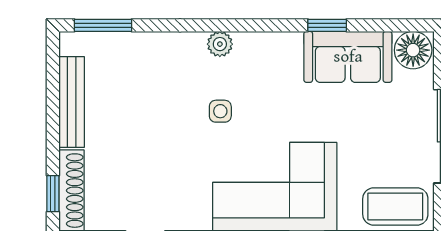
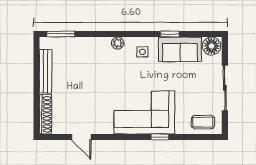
side table: (220, 111) -> (142, 52), moved
window: (53, 194) -> (36, 116), removed
coffee table: (395, 207) -> (203, 122), width x0.73, depth x0.77

